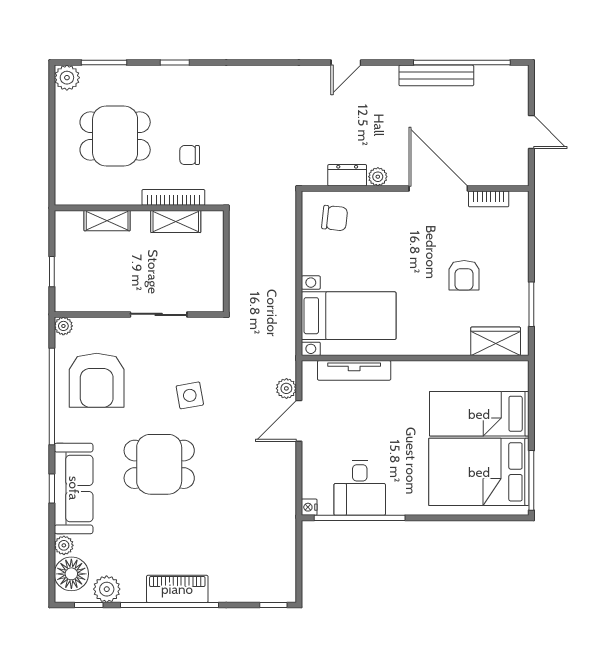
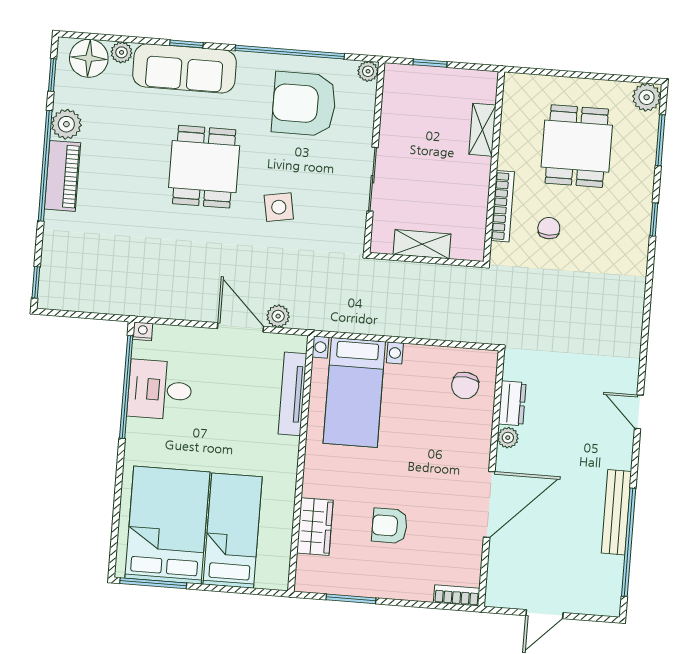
bookcase: (489, 199) -> (457, 595), moved, turned 90
shelving: (176, 221) -> (422, 244), moved, turned 90
wardrobe: (496, 341) -> (315, 527), moved
plant: (107, 589) -> (66, 124), moved

